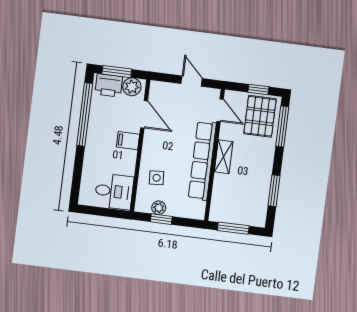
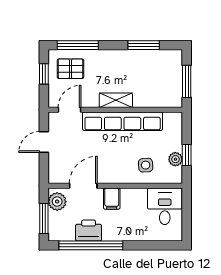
printer: (109, 85) -> (89, 231), moved, turned -90
pallet: (260, 116) -> (70, 69), width x0.67, depth x0.71

